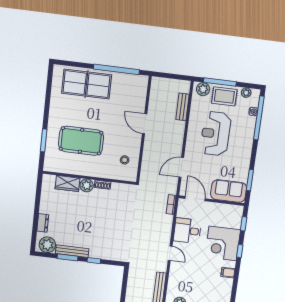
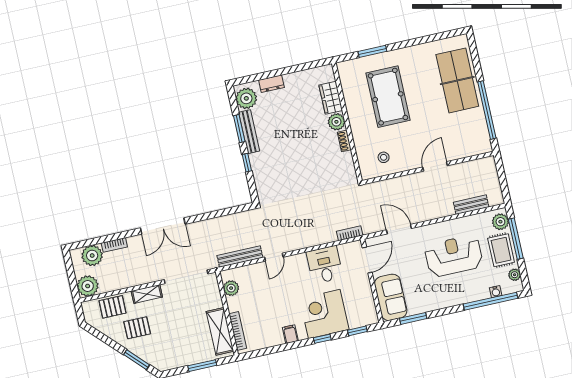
door: (170, 253) -> (274, 257), moved

